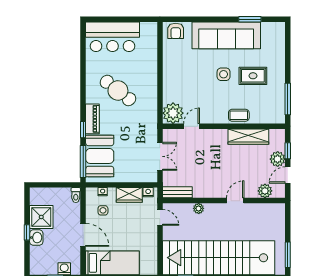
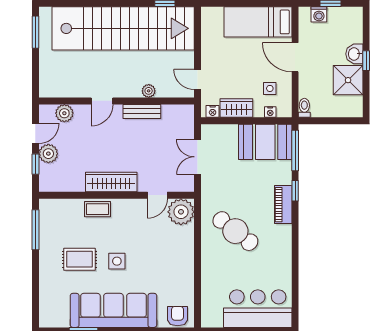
cafe table: (118, 90) -> (235, 231), moved
wardrobe: (248, 137) -> (111, 182), moved
booth: (100, 156) -> (265, 142), moved, turned 90
bench: (177, 192) -> (142, 111), moved

